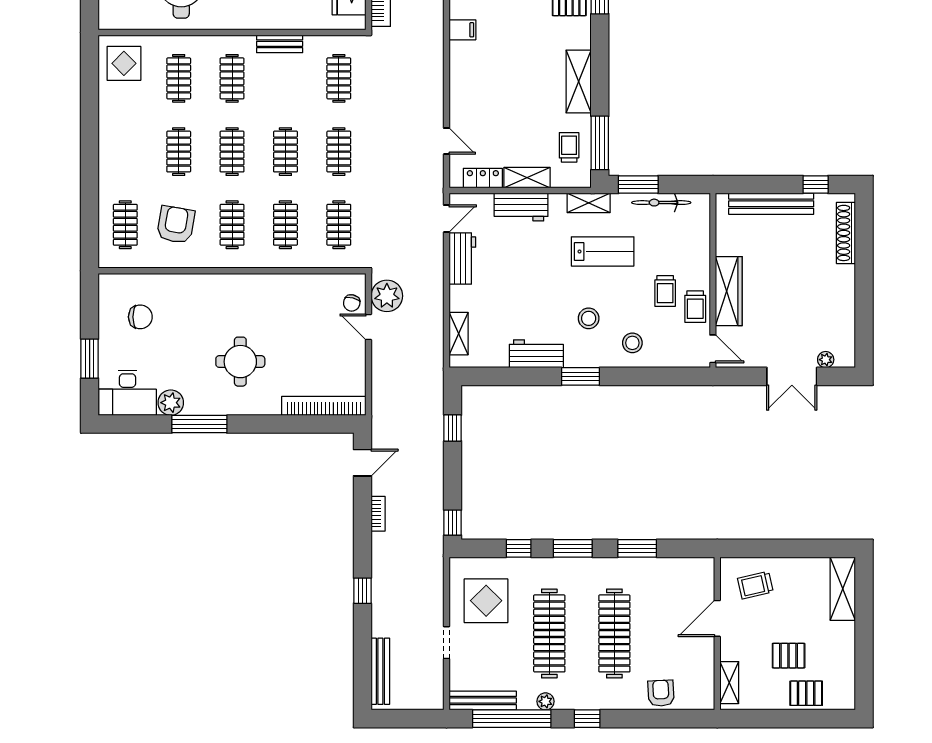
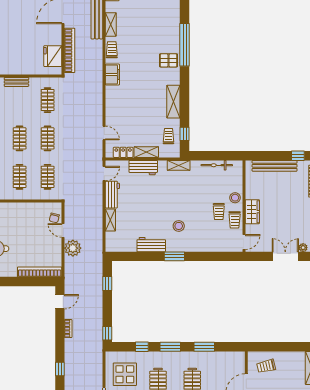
filing cabinet: (462, 30) -> (112, 74), width x2.00
window: (600, 143) -> (185, 134), width x0.46
window: (638, 184) -> (205, 156), removed
lab bench: (603, 251) -> (186, 191), removed
wardrobe: (729, 291) -> (252, 212), width x0.67
plant: (387, 296) -> (73, 248), moved
shelving: (459, 334) -> (110, 220), moved
stool: (632, 343) -> (235, 198), moved
door: (713, 349) -> (244, 242), hinge flipped
double door: (792, 376) -> (285, 256), swing flipped

